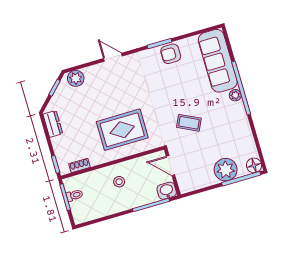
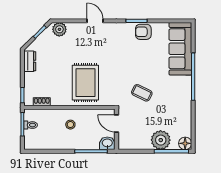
plant: (235, 95) -> (187, 81), removed
rug: (122, 130) -> (85, 83), turned 90

